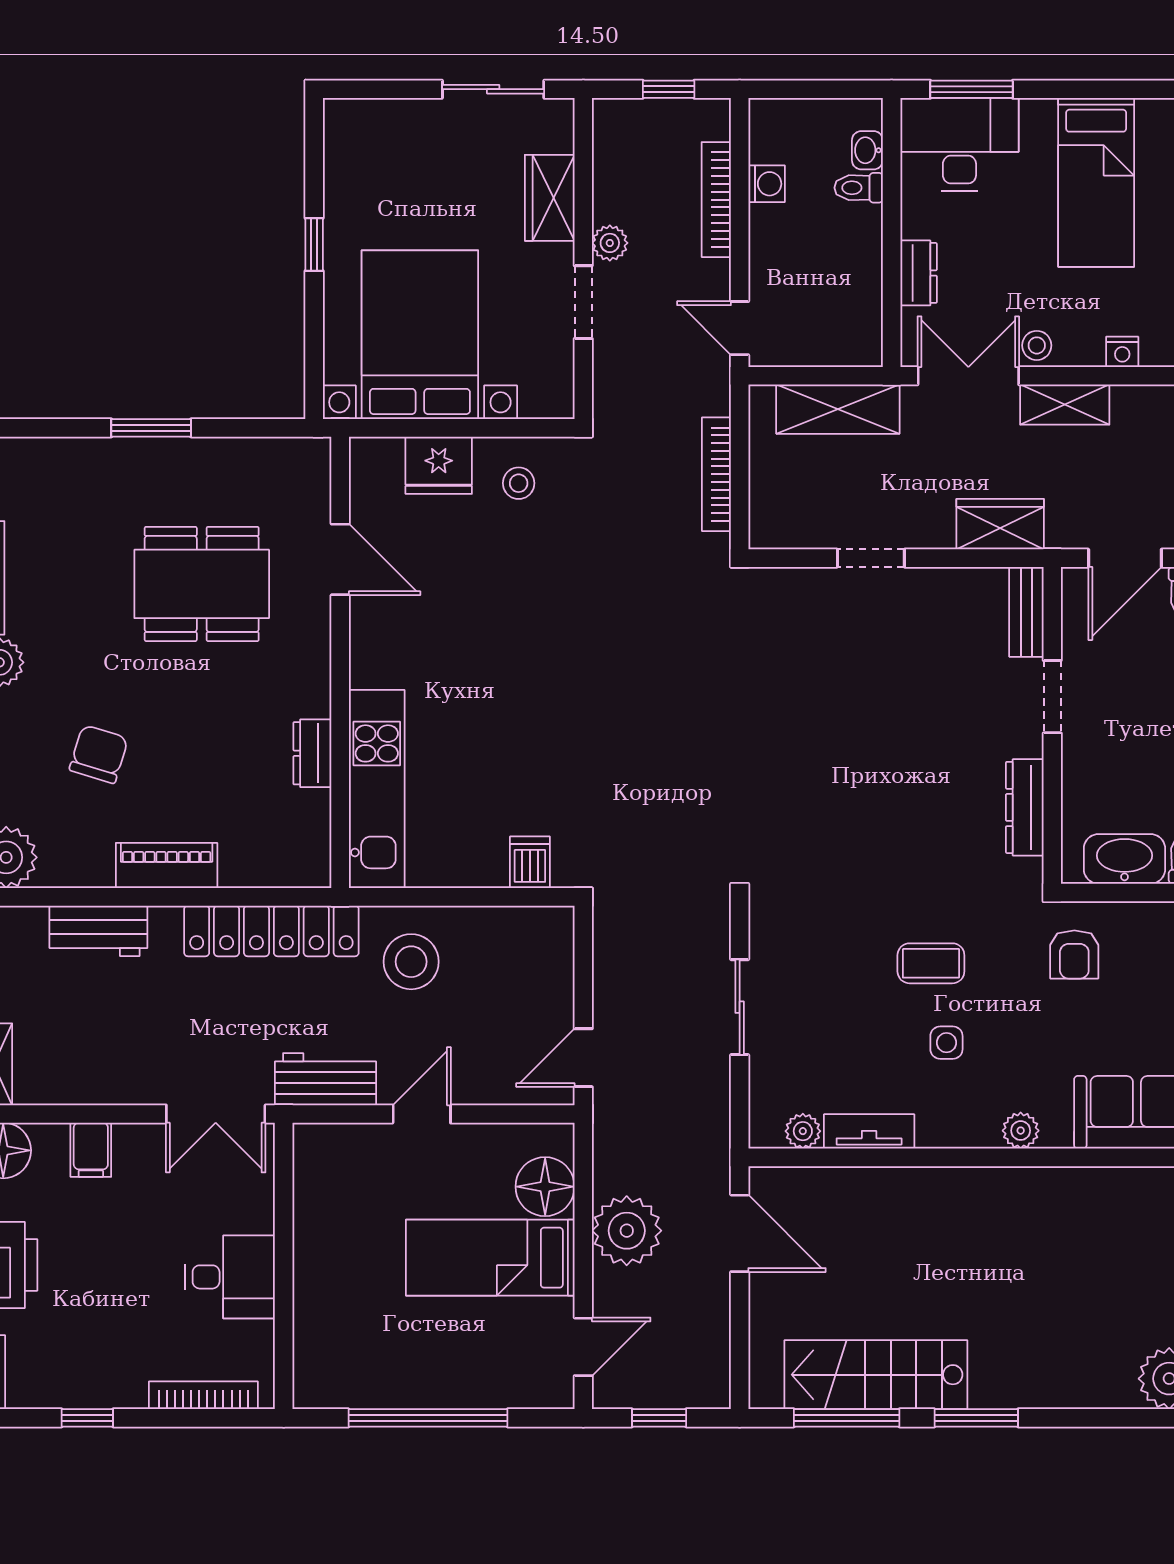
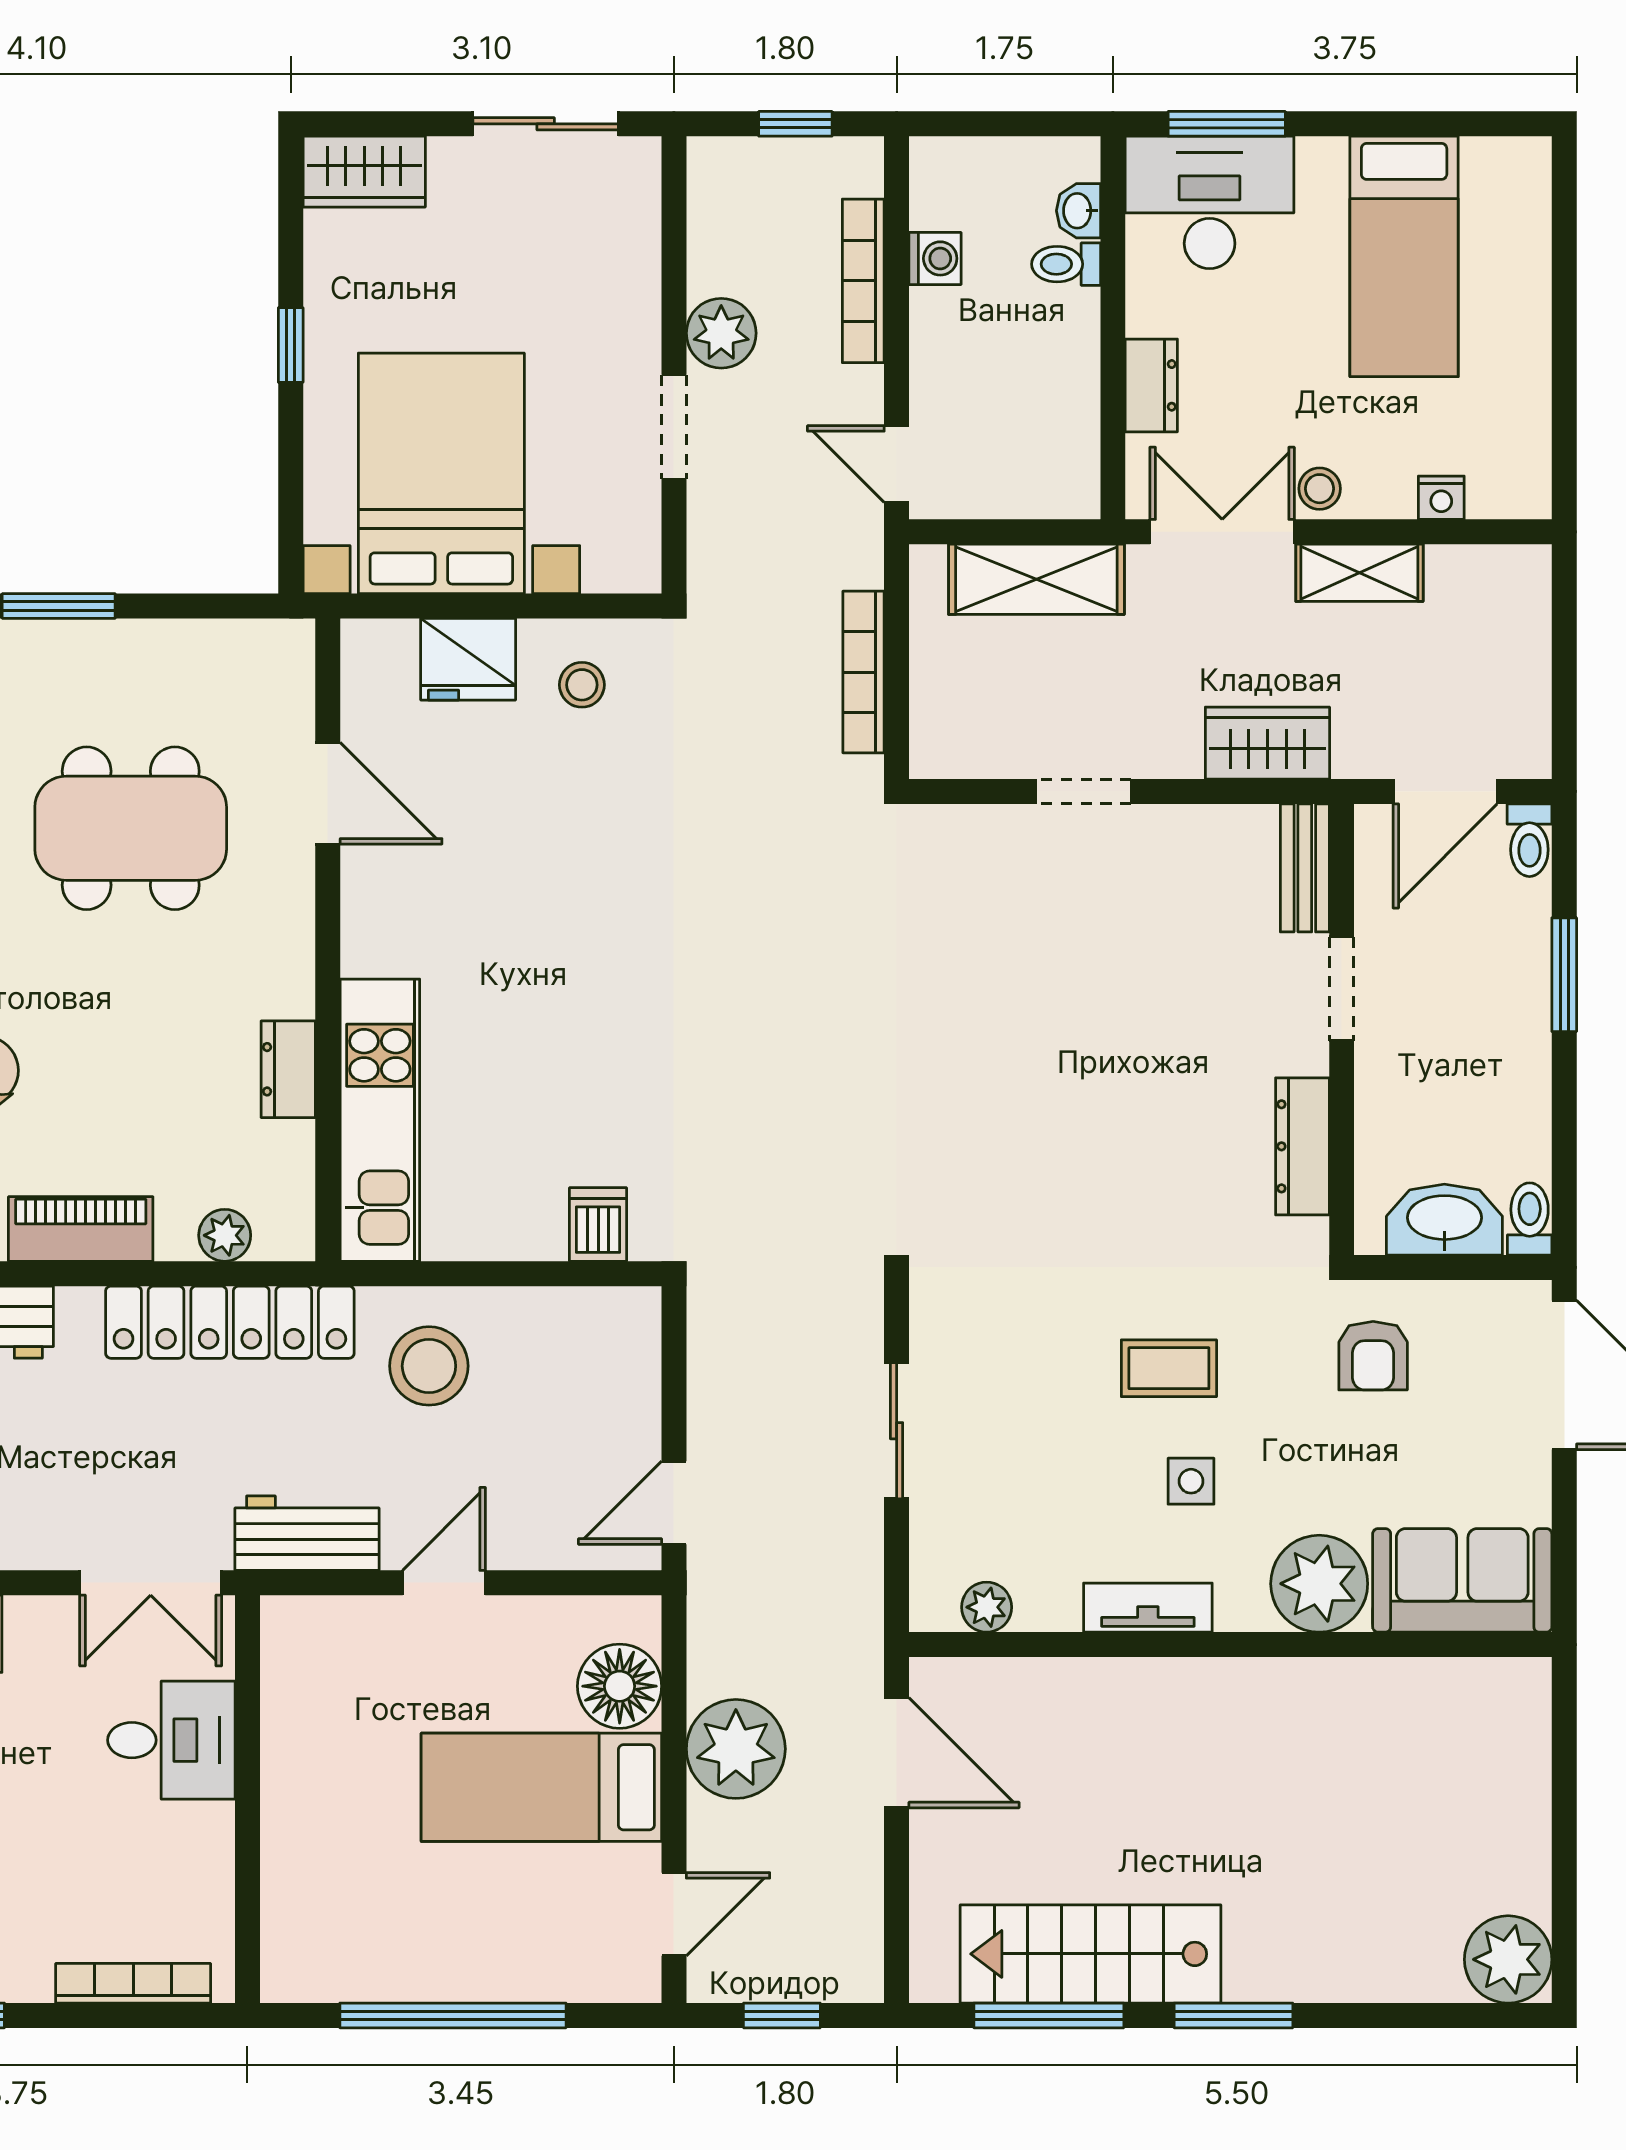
wardrobe: (550, 198) -> (364, 172), moved, turned -90
plant: (610, 243) -> (721, 333), width x1.38, depth x1.38
plant: (268, 870) -> (225, 1235), added
tv unit: (869, 1131) -> (1148, 1608), moved
plant: (1021, 1131) -> (1319, 1584), width x1.88, depth x1.88
desk: (230, 1277) -> (171, 1740), moved

